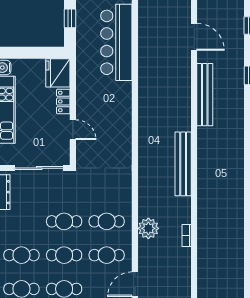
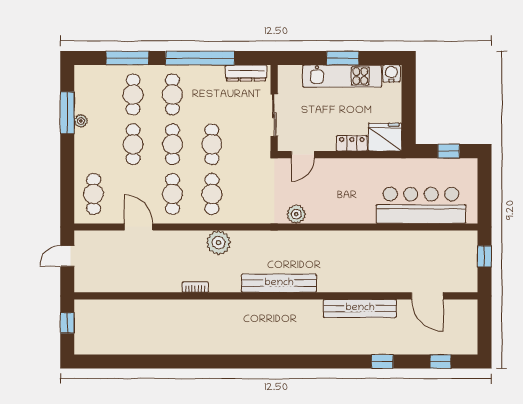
door: (194, 37) -> (427, 296), hinge flipped
door: (73, 130) -> (303, 155), moved
plant: (124, 149) -> (296, 214), added
sliding door: (39, 168) -> (274, 115), width x0.73
plant: (148, 228) -> (219, 243), moved

